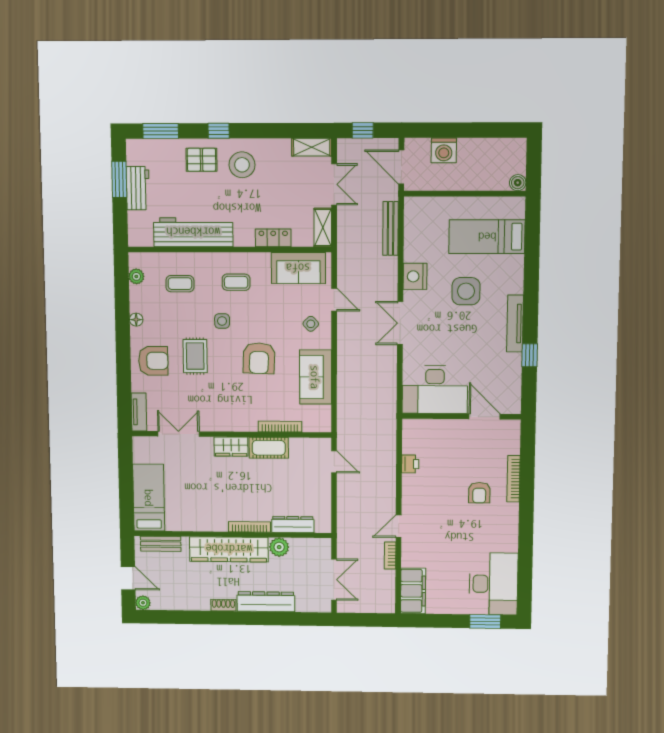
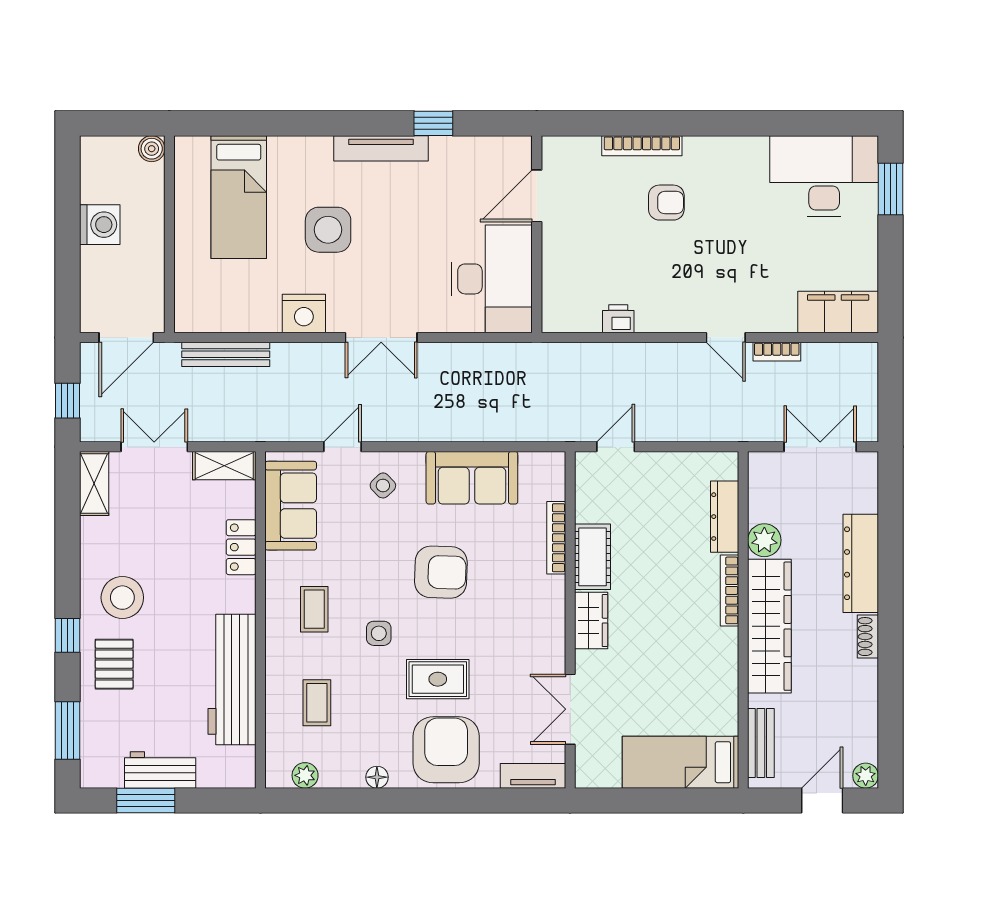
washing machine: (444, 150) -> (100, 225), moved
armchair: (153, 361) -> (446, 750), width x1.36, depth x1.36

